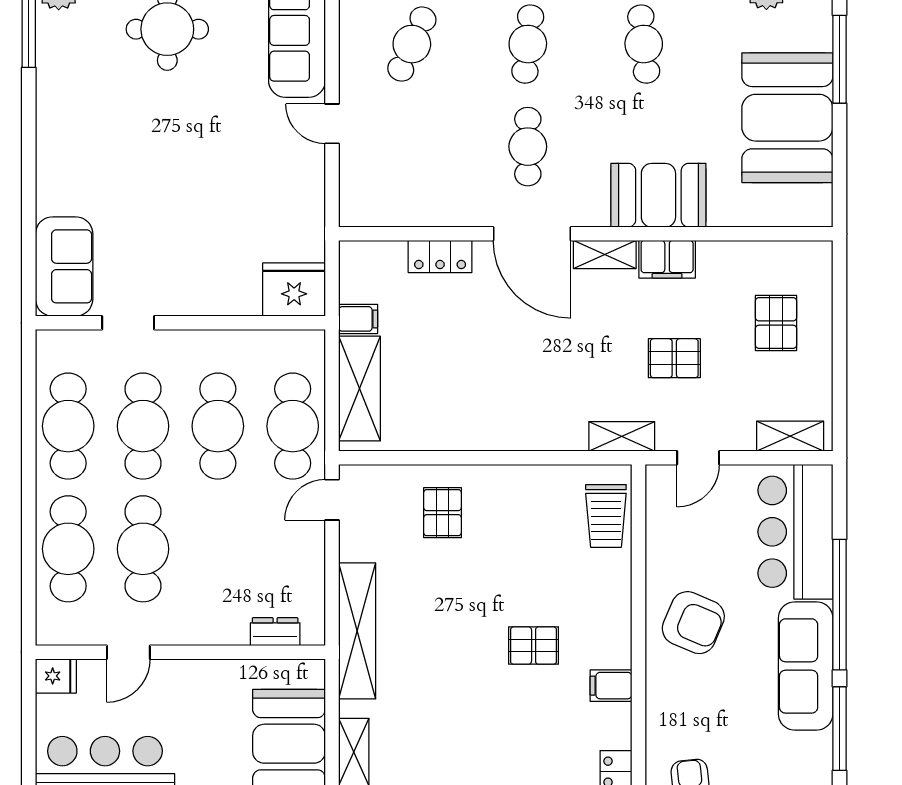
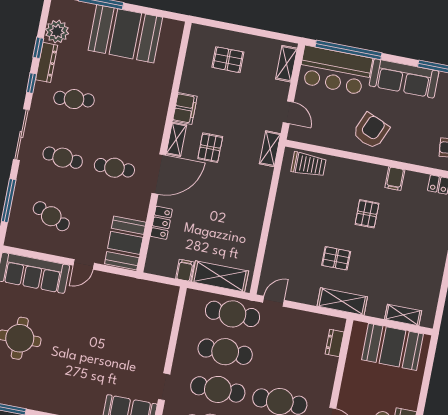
booth: (658, 195) -> (125, 243), moved
fridge: (294, 290) -> (164, 300), removed
pallet: (674, 358) -> (210, 148), moved
door: (332, 500) -> (274, 301), swing flipped
pallet: (442, 513) -> (336, 258), moved
window: (839, 605) -> (349, 50), moved
shelving: (357, 631) -> (342, 301), width x0.68

